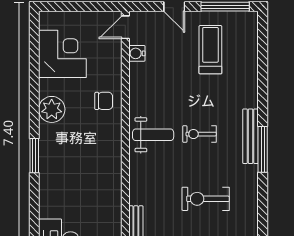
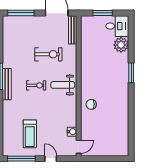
corner desk: (62, 54) -> (115, 131), removed
plant: (52, 109) -> (121, 45), moved
exercise bike: (206, 199) -> (48, 54), moved

